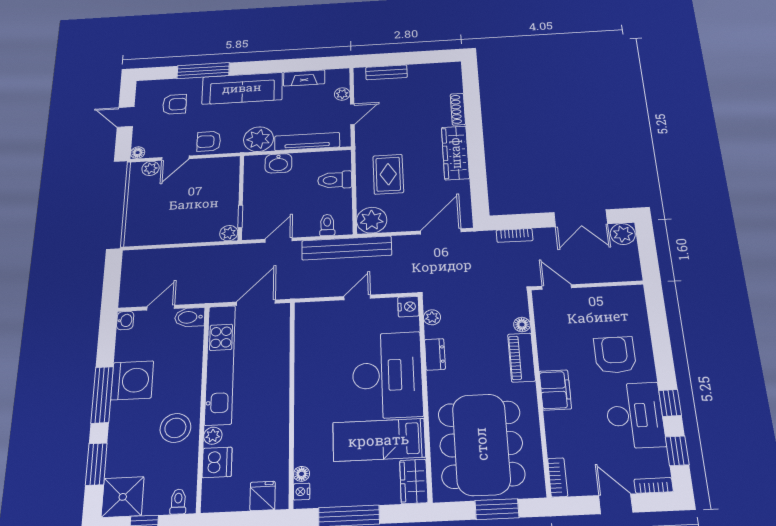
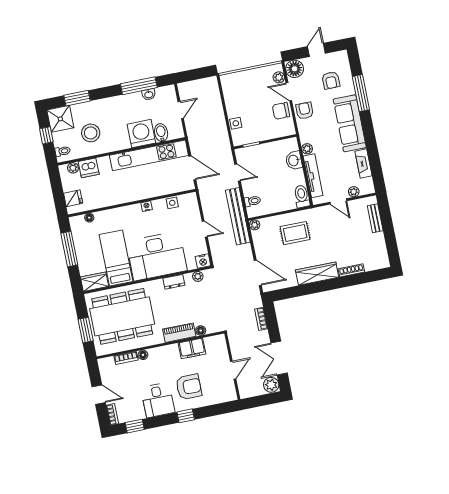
plant: (259, 139) -> (307, 149), width x0.53, depth x0.53
floor lamp: (138, 153) -> (295, 69), width x1.89, depth x1.89
chair: (201, 171) -> (281, 111), added
toilet: (335, 180) -> (302, 196), moved
plant: (372, 220) -> (255, 225), width x0.53, depth x0.53
side table: (203, 233) -> (236, 123), added
plant: (229, 233) -> (238, 140), removed
door: (557, 287) -> (233, 370), moved
door: (161, 308) -> (181, 110), hinge flipped
bidet: (190, 317) -> (161, 133), moved
washbasin: (125, 320) -> (149, 94), moved
side table: (305, 340) -> (172, 203), added
washing machine: (132, 380) -> (141, 134), moved, turned 180
filing cabinet: (555, 390) -> (192, 348), moved
window: (102, 395) -> (139, 86), moved
window: (670, 403) -> (186, 416), moved
desk: (635, 415) -> (158, 400), width x0.73
floor lamp: (552, 420) -> (143, 355), added
stool: (175, 428) -> (91, 133), moved
plant: (213, 436) -> (73, 168), moved
bookcase: (558, 477) -> (126, 358), moved
nightstand: (302, 492) -> (147, 206), moved
door: (616, 504) -> (99, 395), hinge flipped

